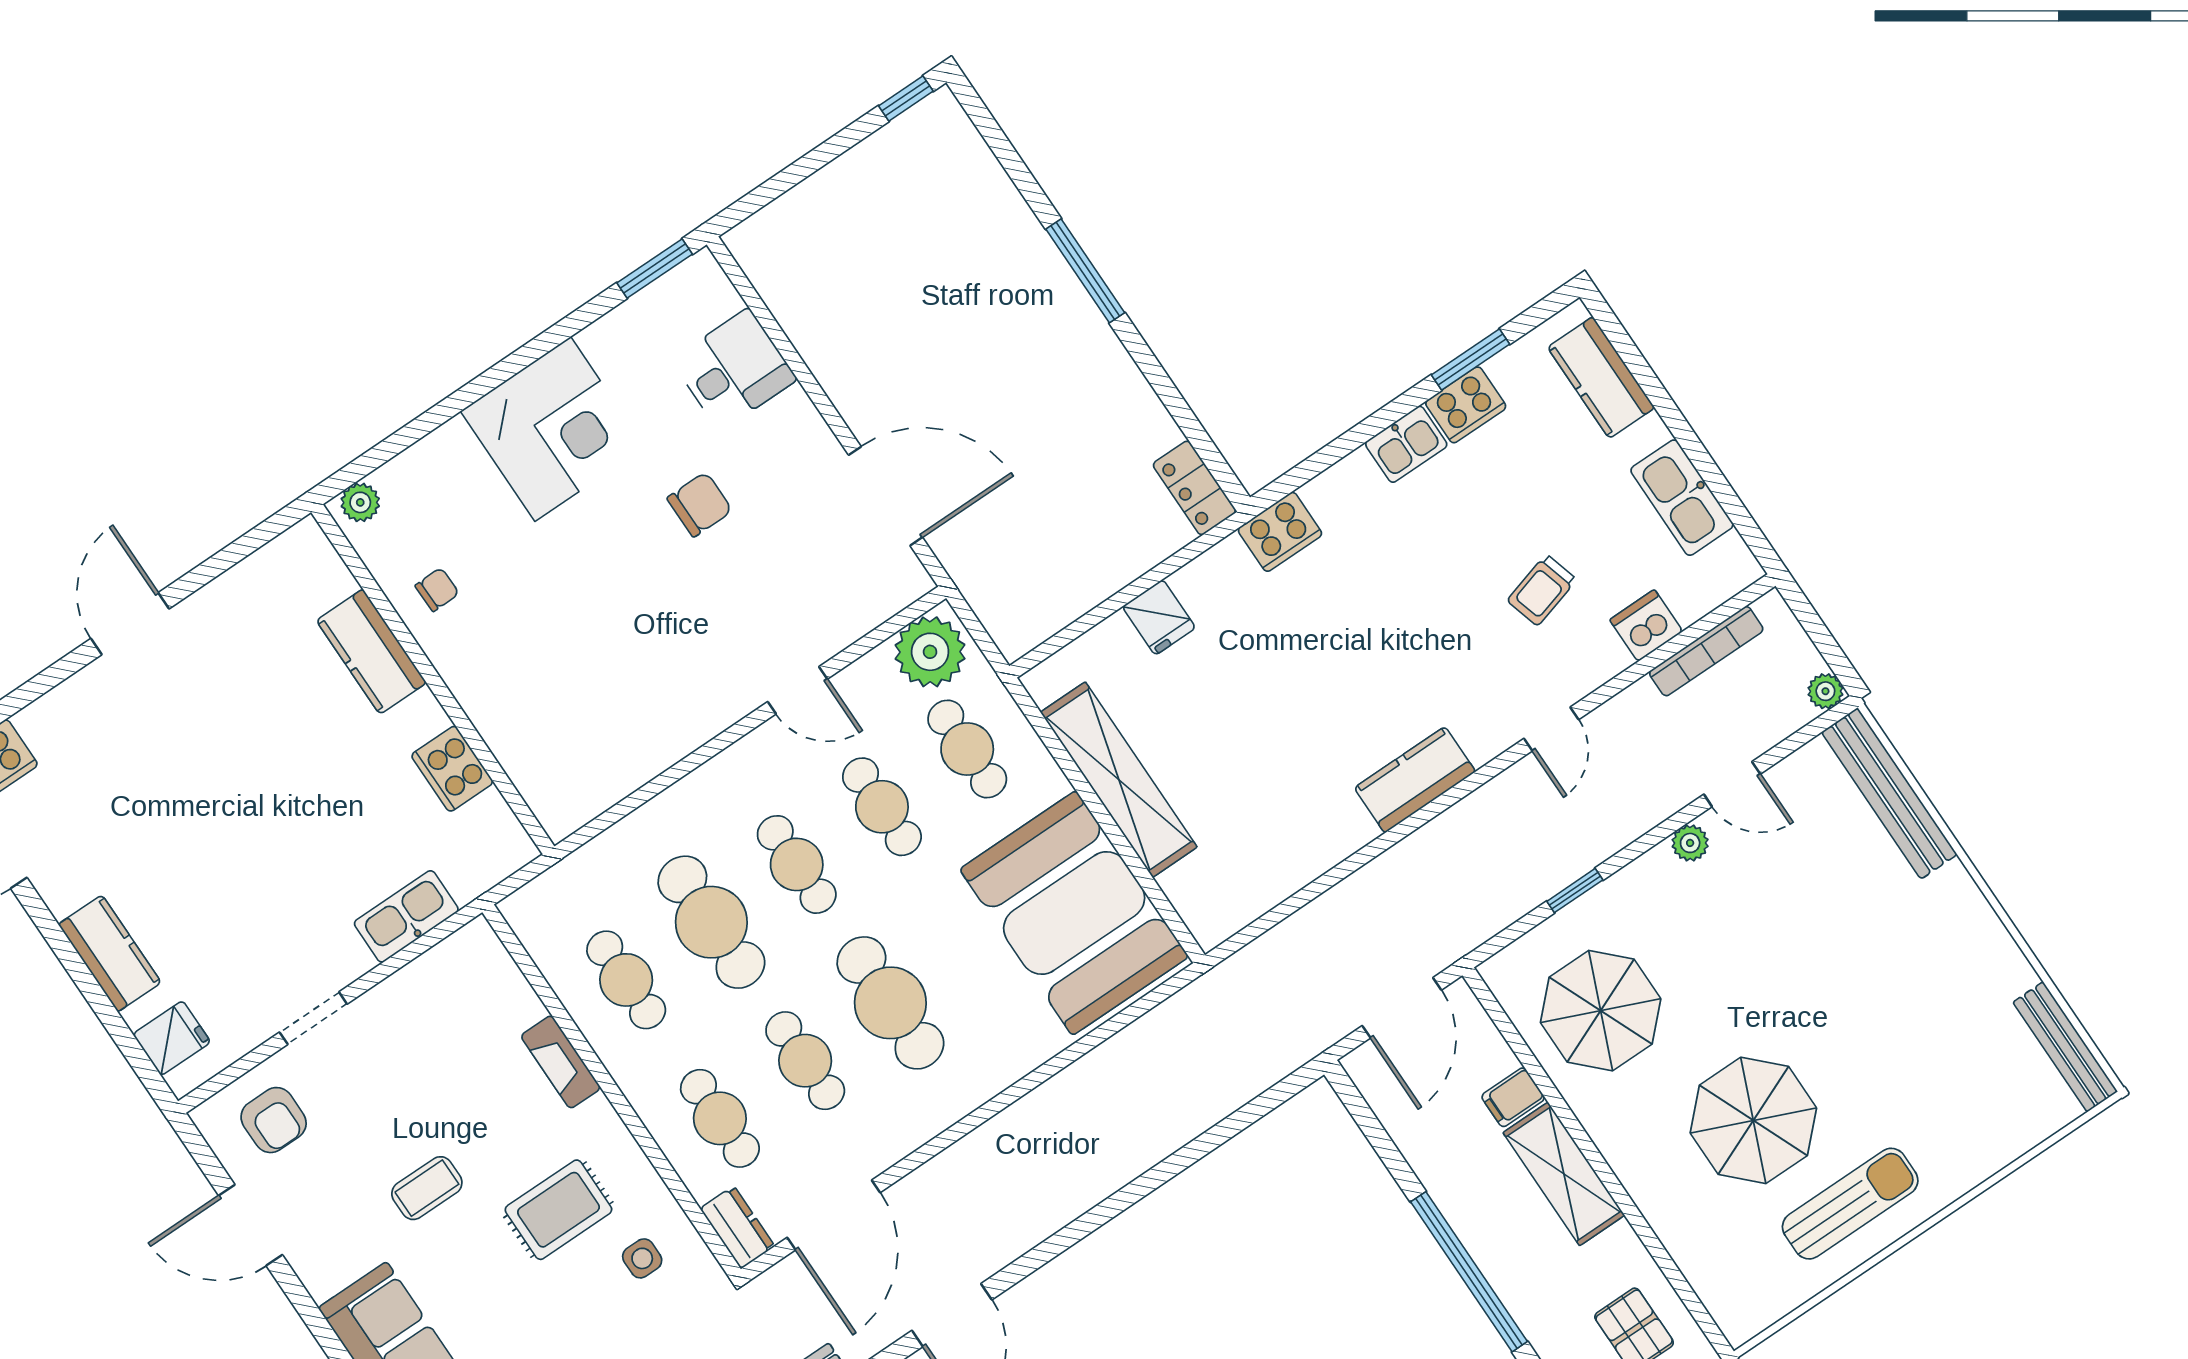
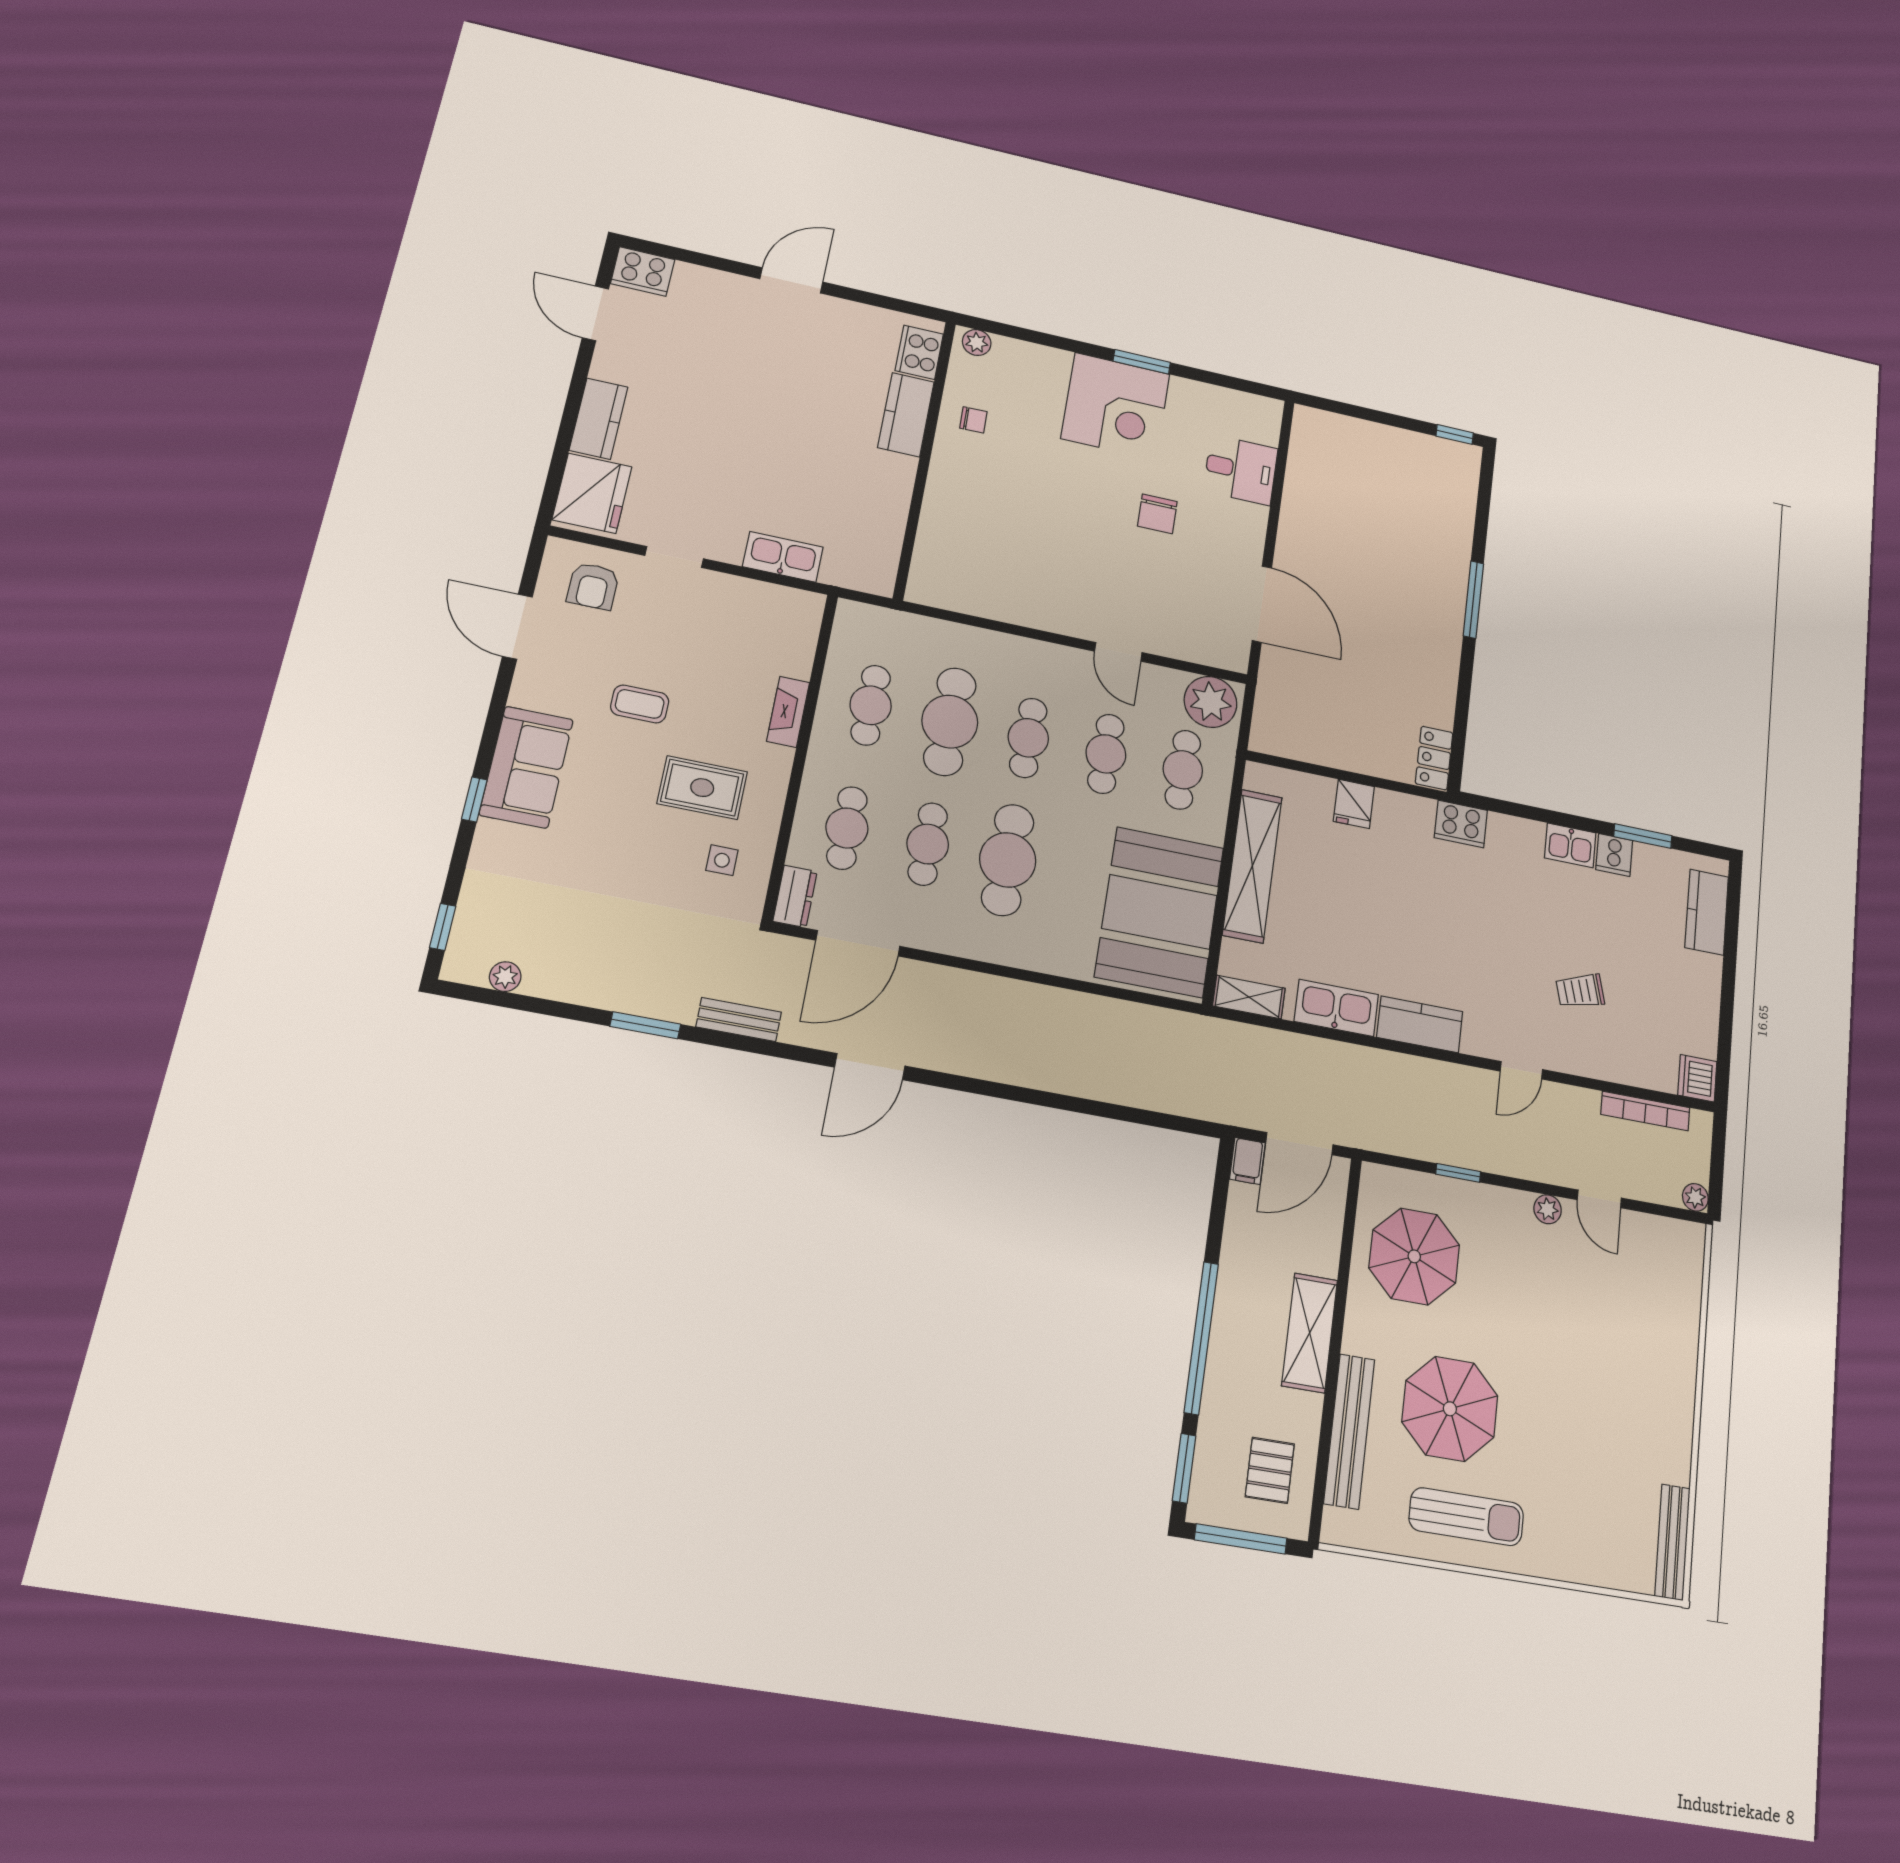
window: (655, 268) -> (1142, 362), moved
cooker: (1466, 405) -> (1614, 855), width x0.73
kitchen sink: (1682, 498) -> (1336, 1008), moved, turned 90
chair: (700, 504) -> (1157, 514), turned 90
dishwasher: (1646, 626) -> (1697, 1078), moved, turned -90
cooker: (452, 769) -> (919, 352), moved
bench: (1889, 793) -> (1349, 1431), moved
shelving: (1231, 913) -> (1249, 997), added
fridge: (172, 1038) -> (592, 493), width x1.88, depth x1.34
filing cabinet: (1513, 1097) -> (1247, 1161), moved, turned -90

